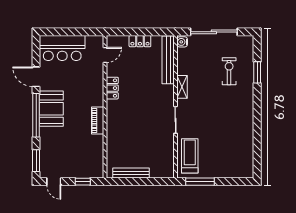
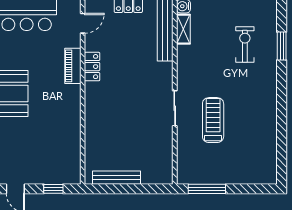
shelving: (182, 87) -> (183, 29), moved
piano: (98, 120) -> (73, 66), moved
treadmill: (190, 156) -> (213, 120), moved

